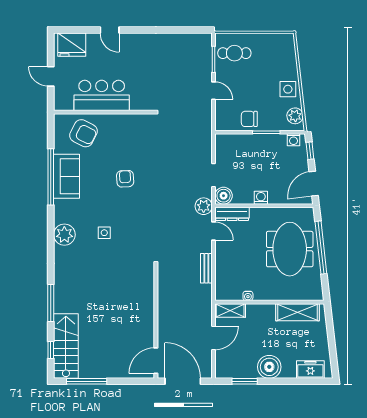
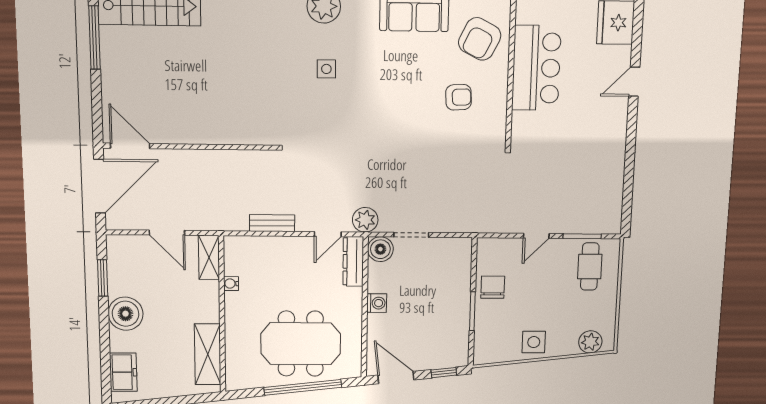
plant: (295, 116) -> (590, 342), moved
washing machine: (293, 140) -> (460, 350), removed
armchair: (125, 179) -> (459, 97), moved

